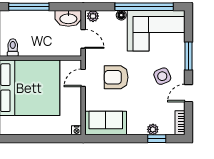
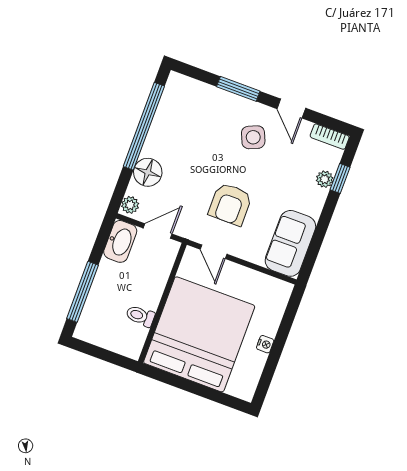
floor lamp: (121, 15) -> (148, 172), width x1.89, depth x1.89
corner sofa: (156, 31) -> (184, 122), removed
toilet: (13, 47) -> (140, 316), moved
nightstand: (77, 130) -> (265, 344), moved

